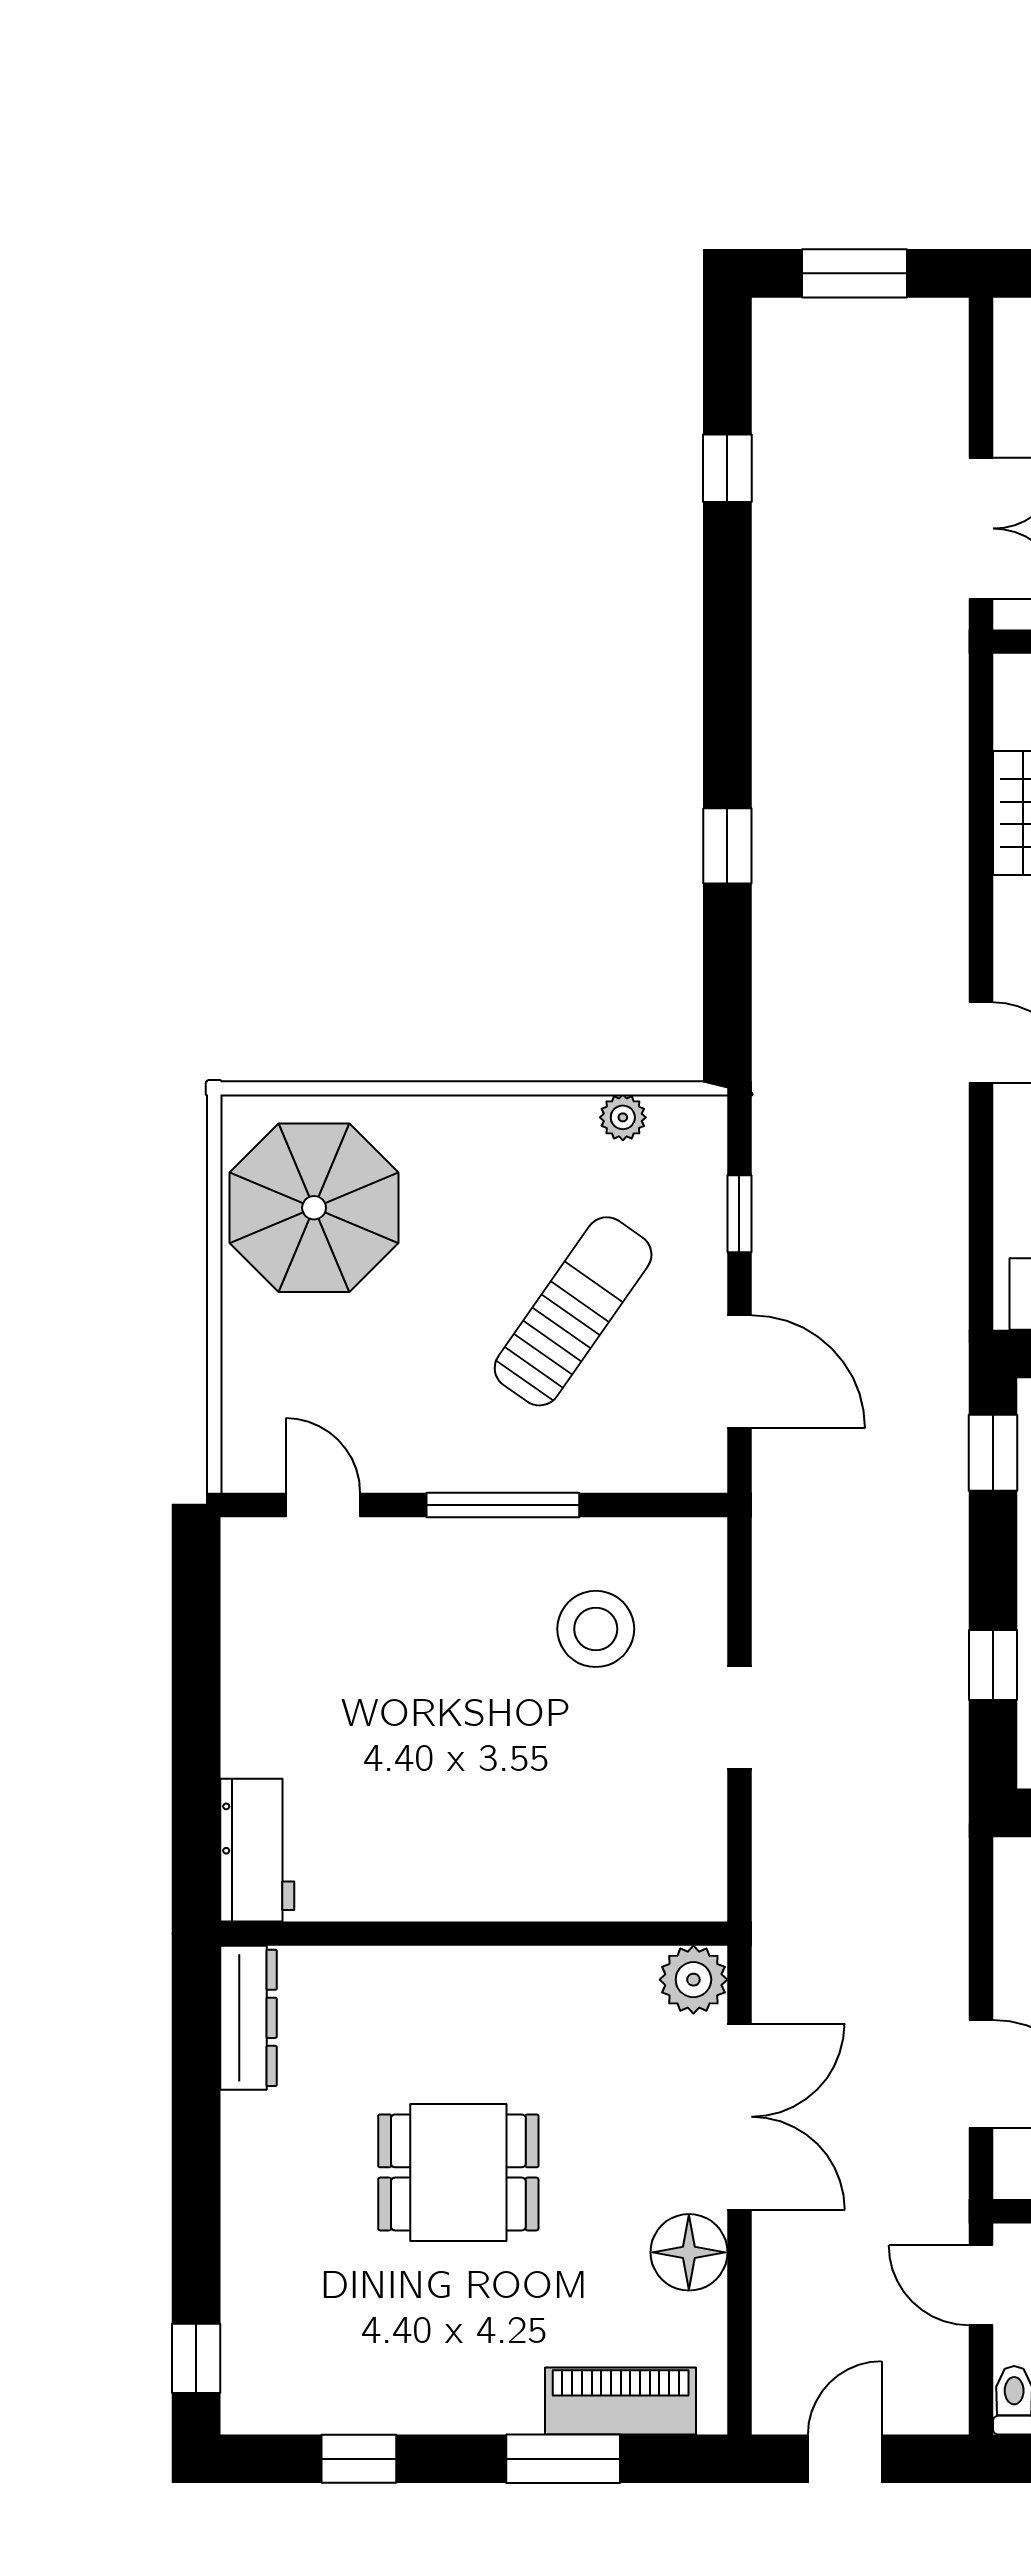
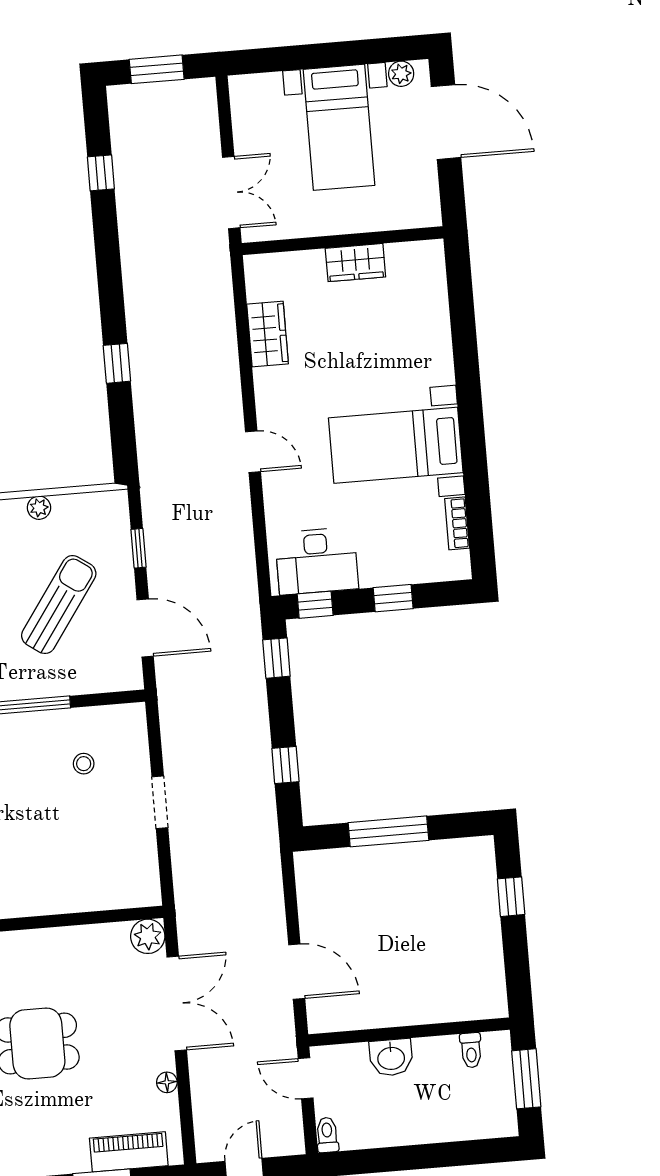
plant: (623, 1117) -> (39, 508), moved
stool: (596, 1629) -> (84, 764), width x0.53, depth x0.53
floor lamp: (689, 2252) -> (167, 1082), width x0.53, depth x0.53

